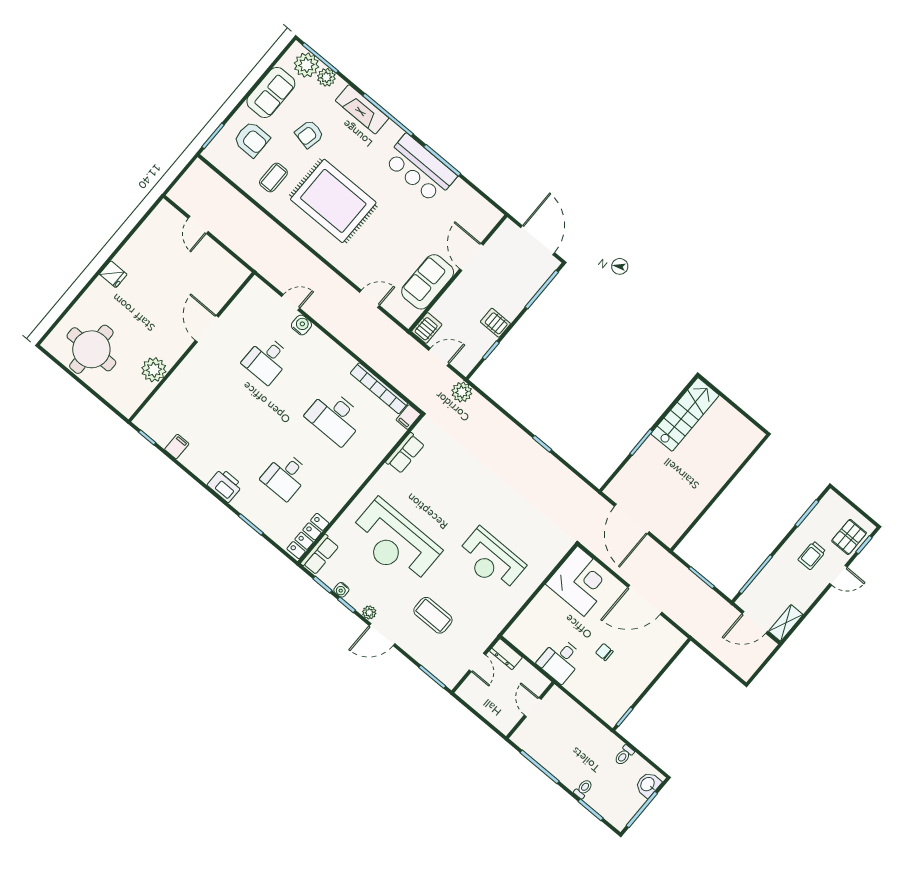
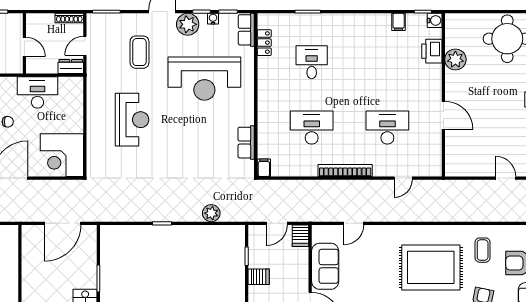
water cooler: (301, 325) -> (435, 20), moved, turned -90
desk: (267, 360) -> (387, 128), width x1.37
bookcase: (379, 388) -> (345, 170), moved
plant: (462, 392) -> (211, 213), moved
printer: (225, 485) -> (432, 51), moved, turned 90
door: (632, 519) -> (63, 223), swing flipped
locker: (308, 536) -> (264, 43), width x0.66
reception desk: (395, 542) -> (204, 79), turned 180
reception desk: (491, 560) -> (132, 120), turned 90
plant: (369, 612) -> (188, 24), width x1.88, depth x1.88
coffee table: (433, 615) -> (139, 52), turned 90
desk: (560, 660) -> (37, 92), width x1.37
door: (477, 662) -> (85, 46), hinge flipped
shoe rack: (470, 699) -> (69, 18), added

